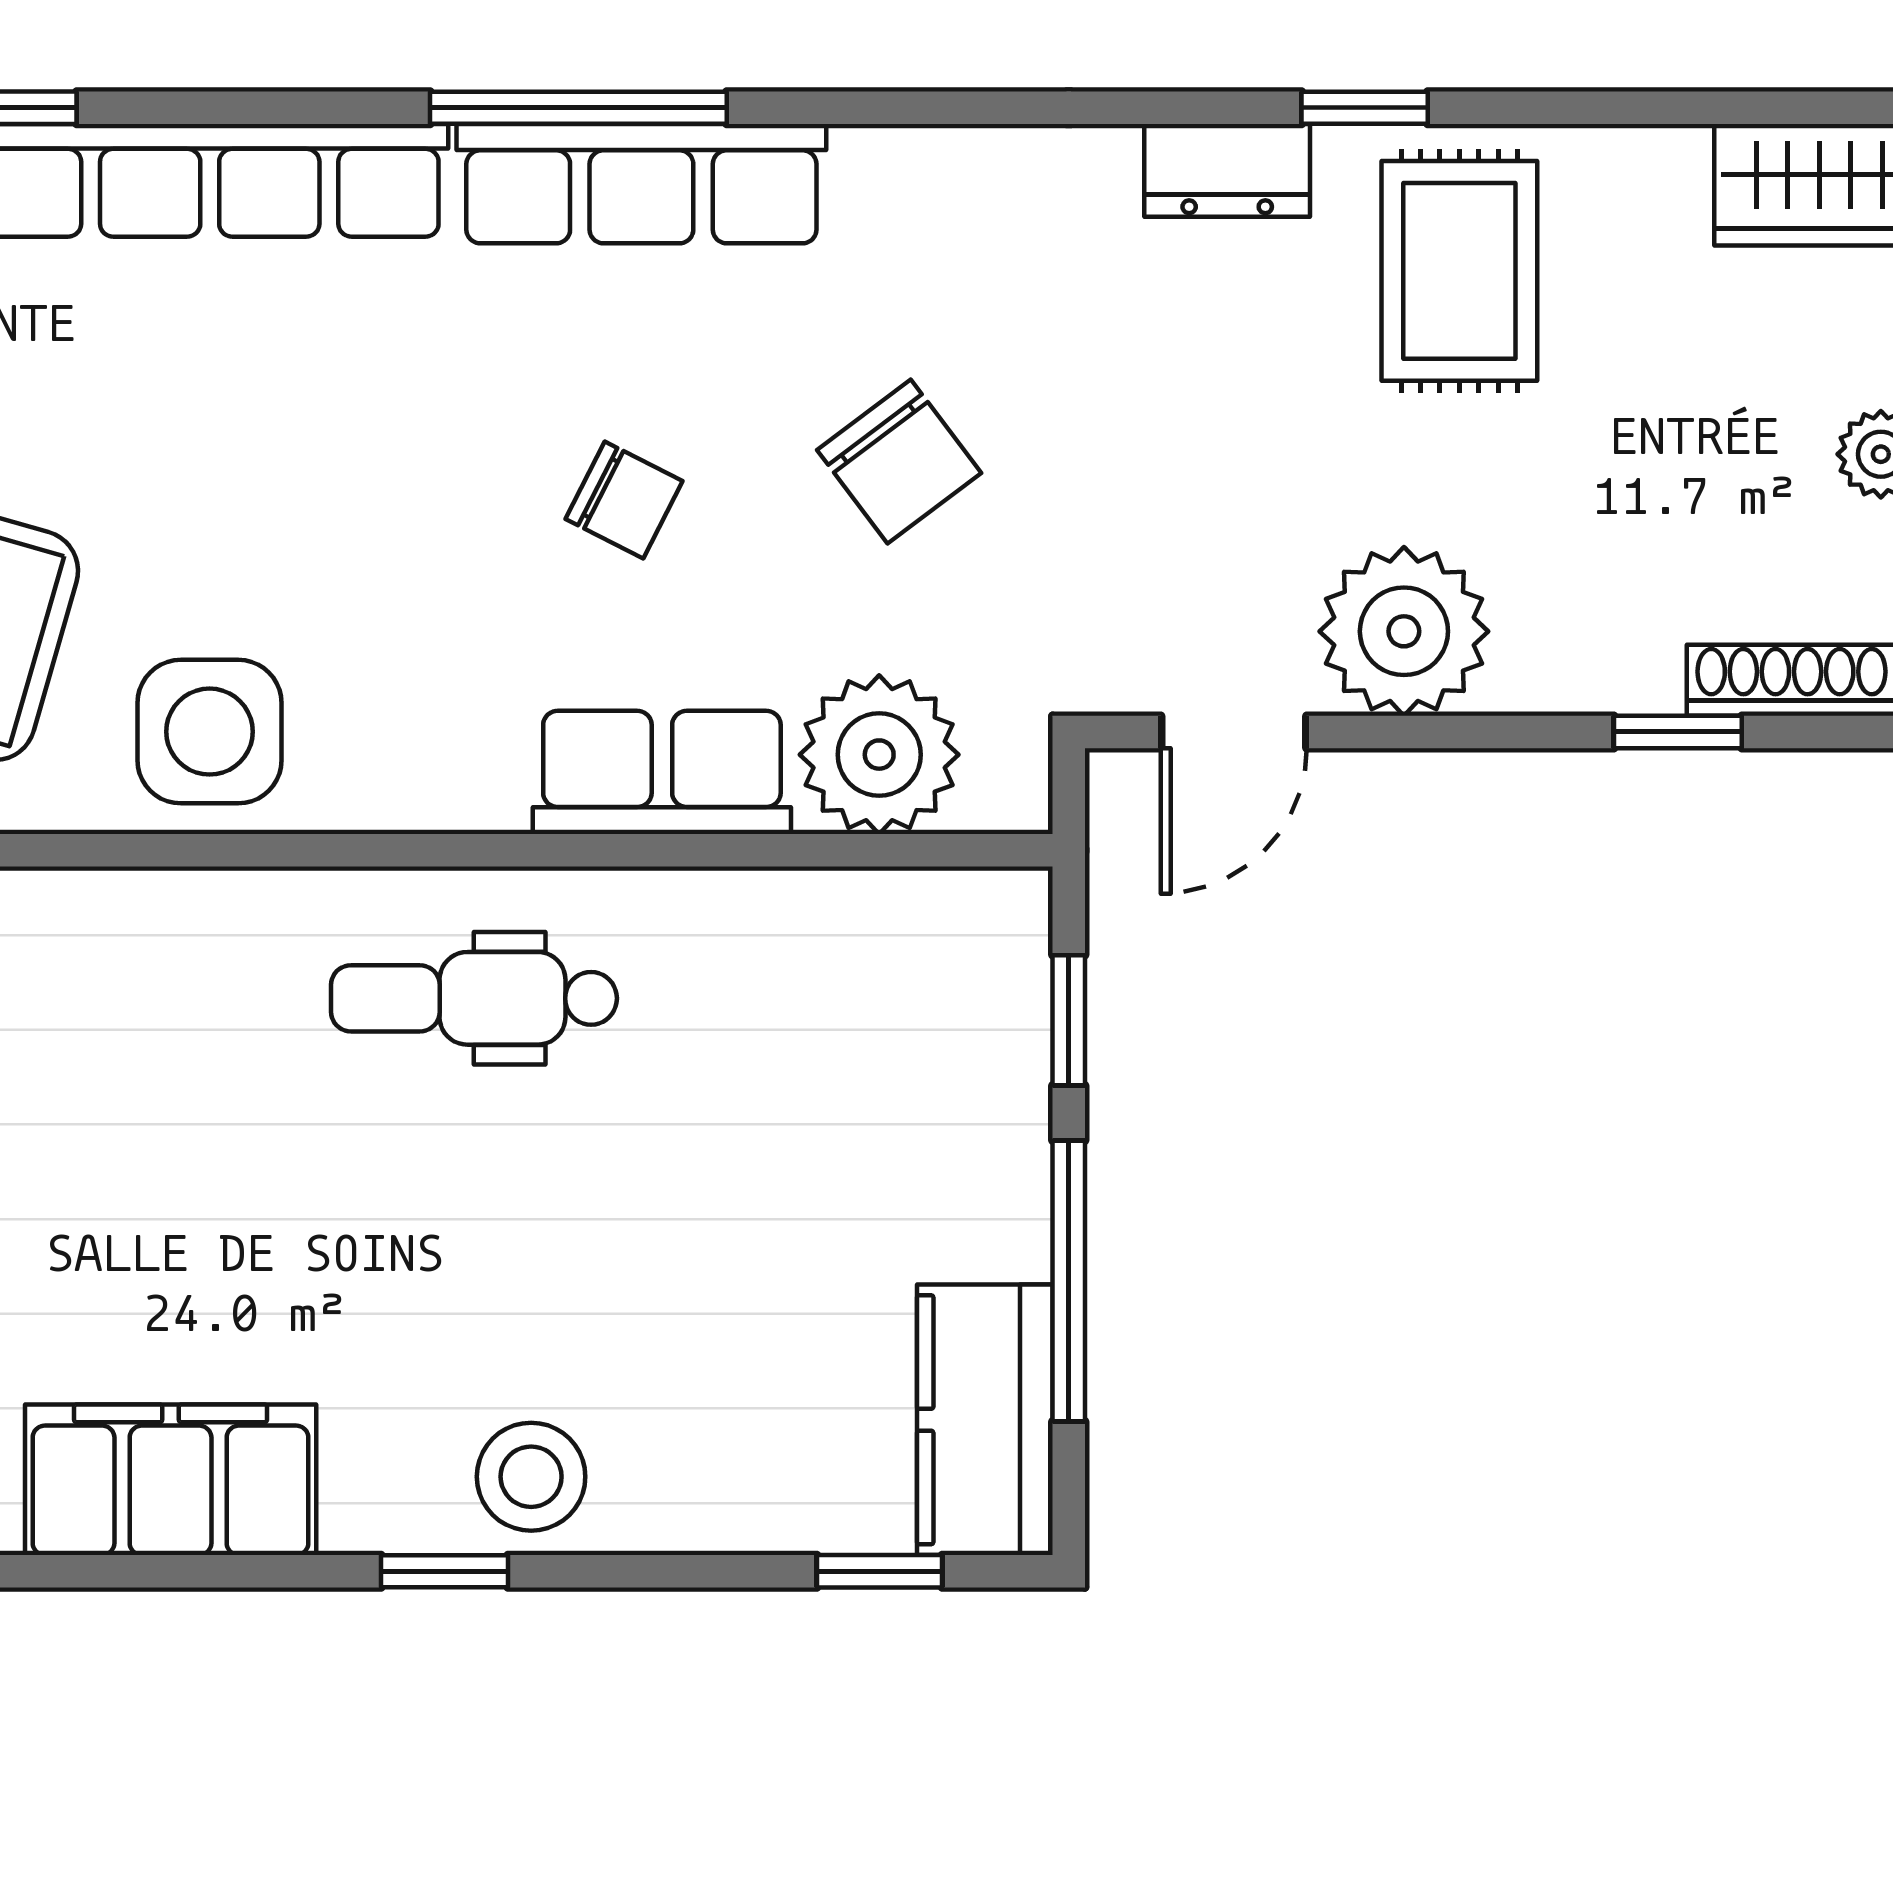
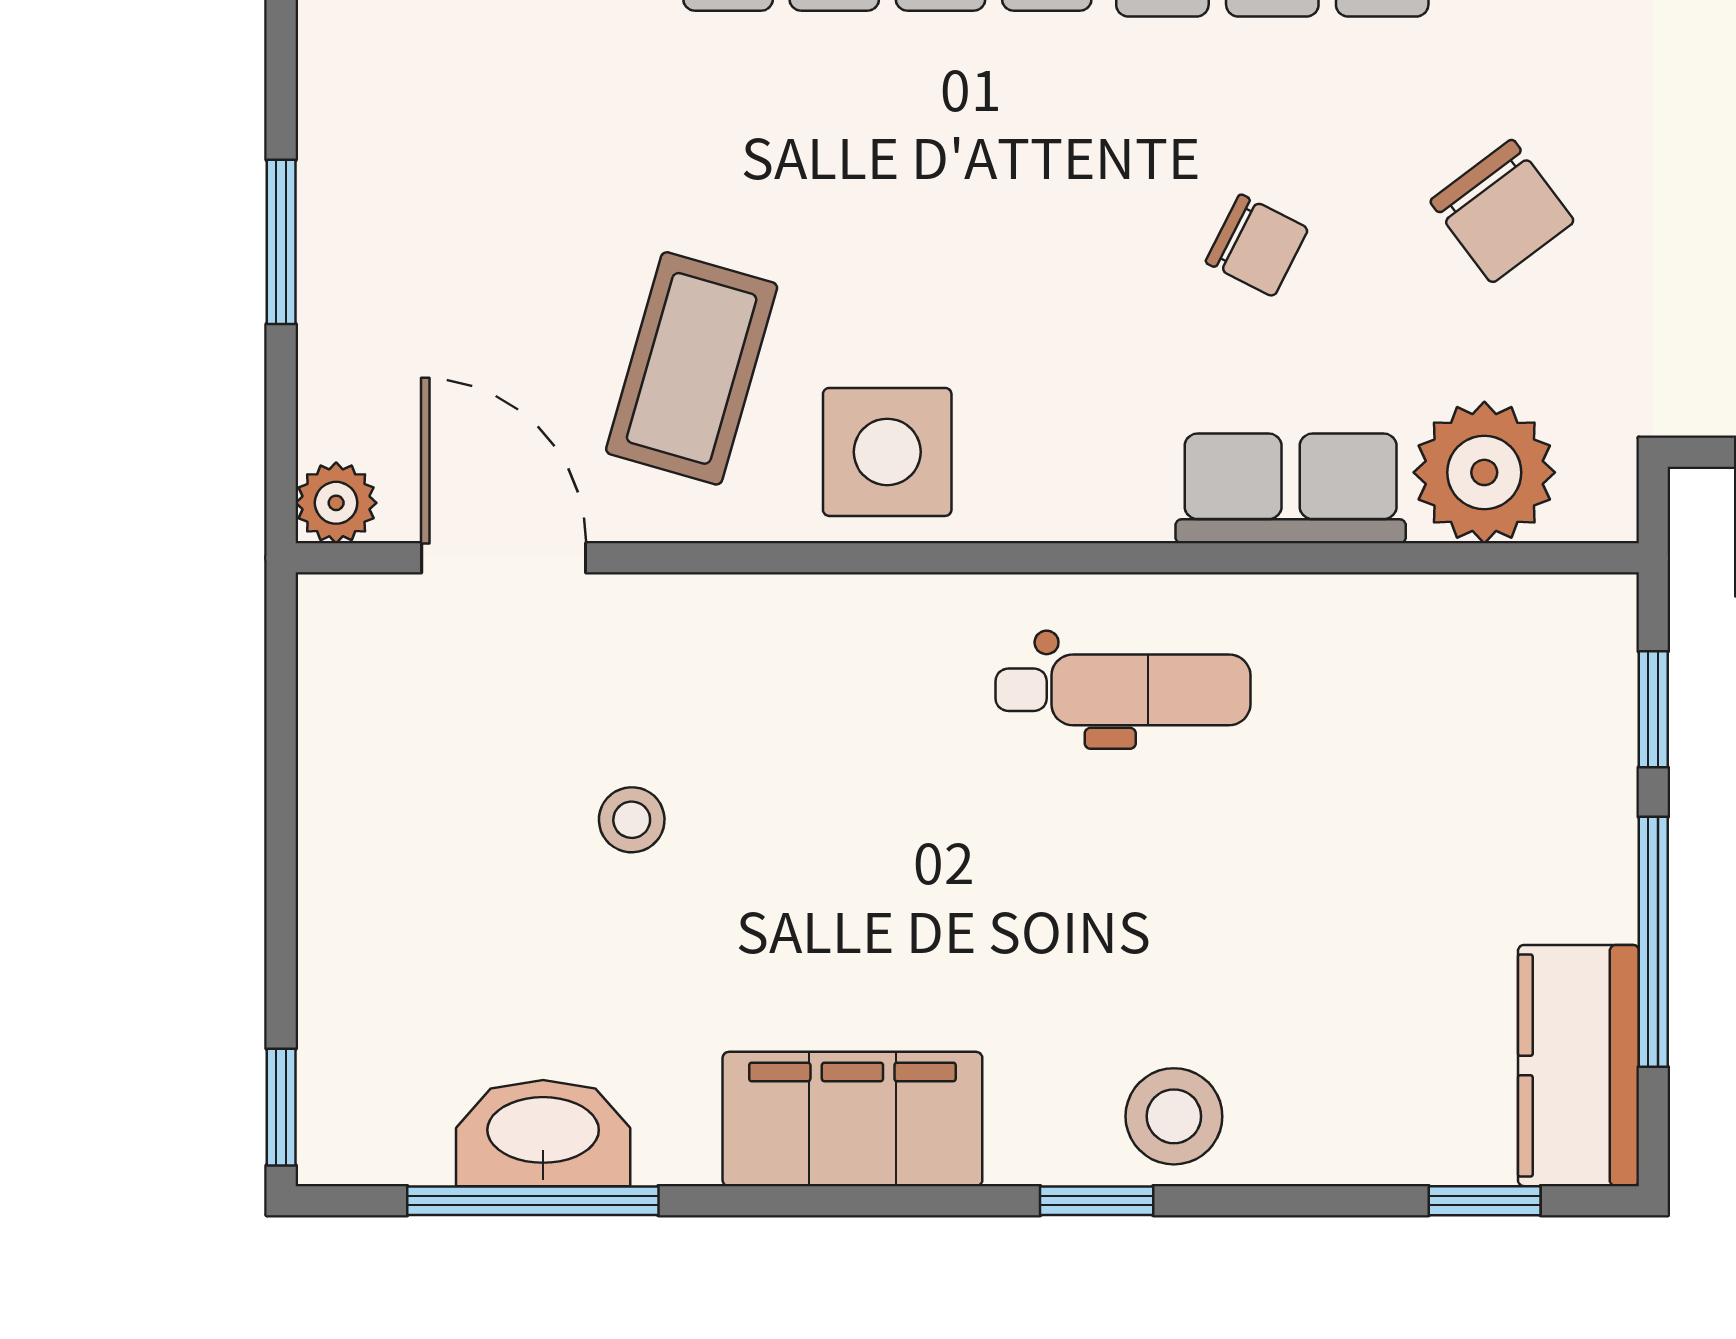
dental chair: (474, 998) -> (1123, 690), turned 180

